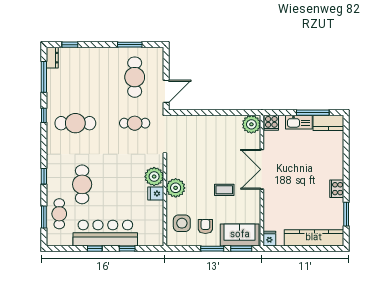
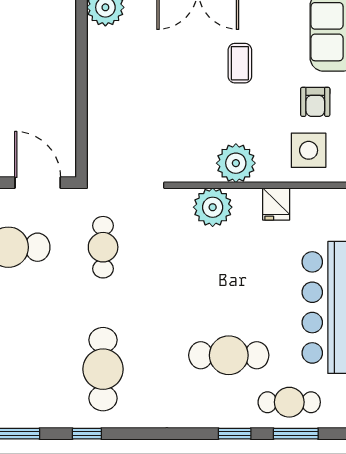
window: (44, 176) -> (235, 434), moved
fridge: (156, 194) -> (276, 204), moved
armchair: (205, 226) -> (315, 102), turned -90

